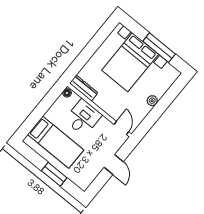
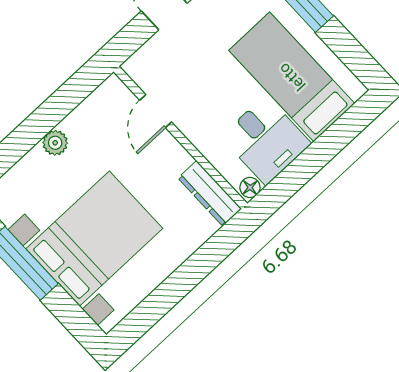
desk: (83, 118) -> (266, 140), moved, turned -90
door: (121, 128) -> (156, 111), moved

